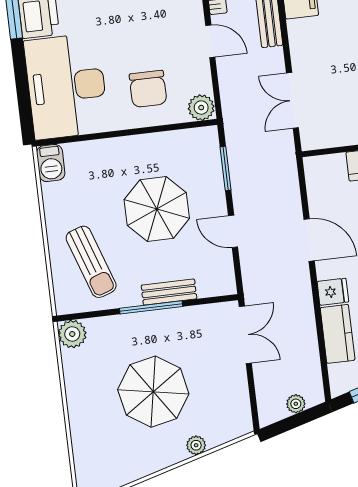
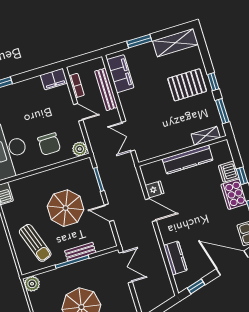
fridge: (333, 292) -> (155, 189), moved
plant: (296, 404) -> (160, 300), removed

